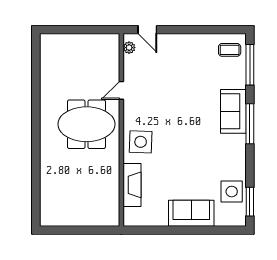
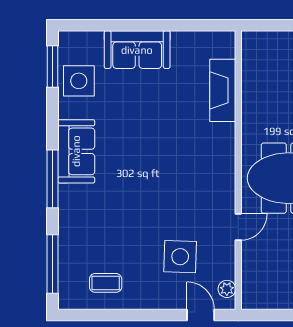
coffee table: (230, 50) -> (106, 283), moved
sofa: (233, 111) -> (76, 151), moved
side table: (141, 142) -> (180, 257), moved

